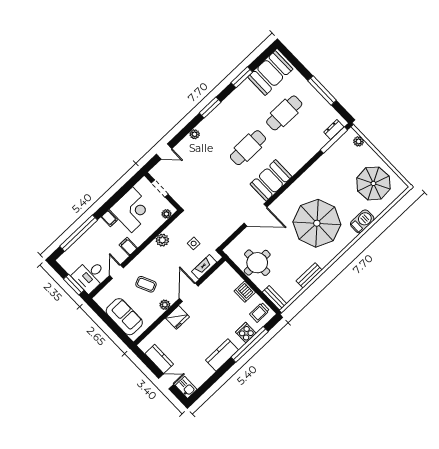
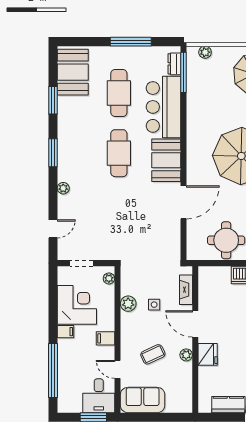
bar counter: (301, 148) -> (163, 107), added
side table: (194, 243) -> (154, 305), moved
sofa: (124, 317) -> (143, 400), moved

